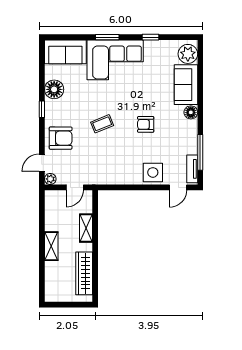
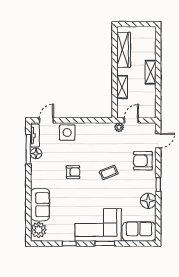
floor lamp: (191, 112) -> (36, 153), moved
plant: (50, 179) -> (119, 127), moved

